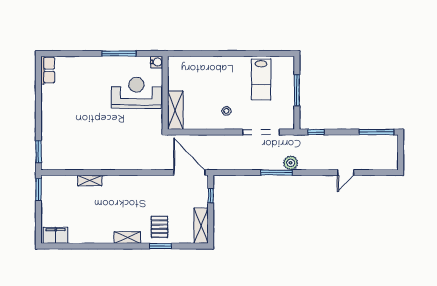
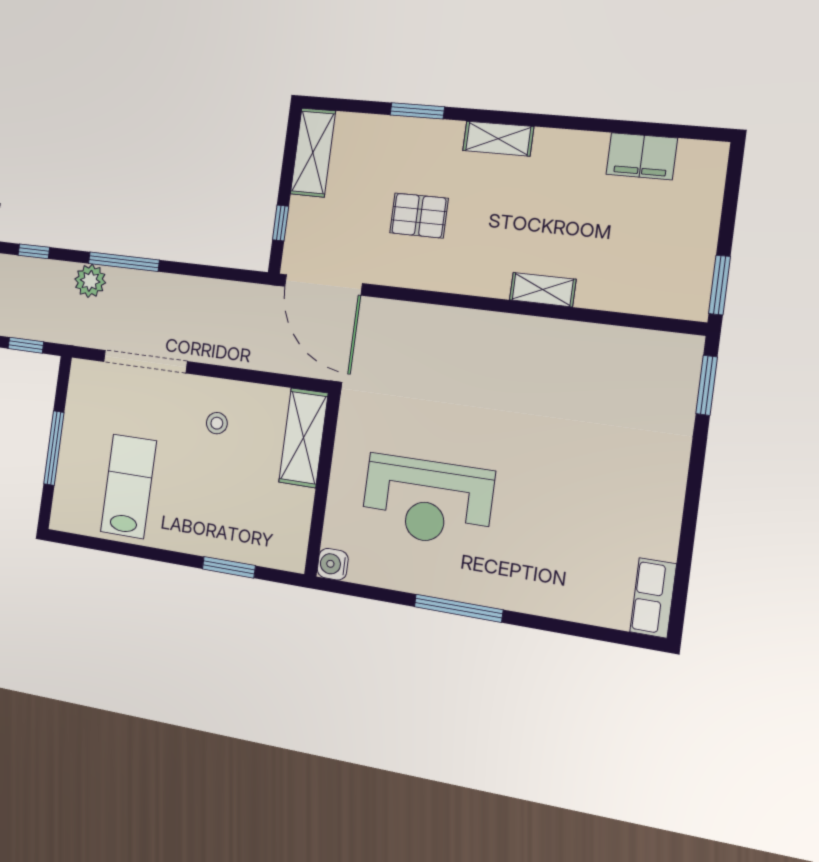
window: (213, 54) -> (229, 567), added
water cooler: (157, 62) -> (333, 564), moved
wall: (165, 93) -> (322, 484), moved
shelving: (175, 110) -> (303, 438), moved
window: (318, 173) -> (34, 251), added
shelving: (90, 180) -> (543, 290), moved
pallet: (159, 227) -> (419, 216), moved, turned 90
filing cabinet: (56, 235) -> (642, 156), moved

